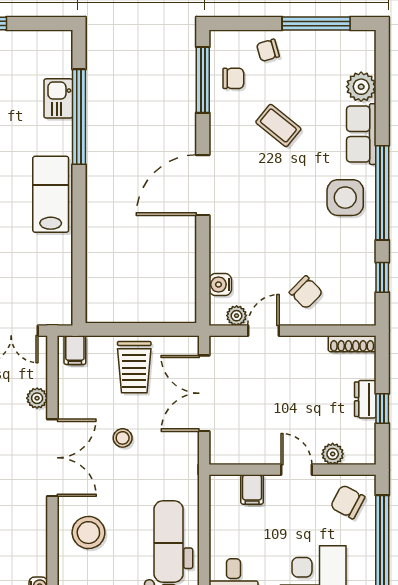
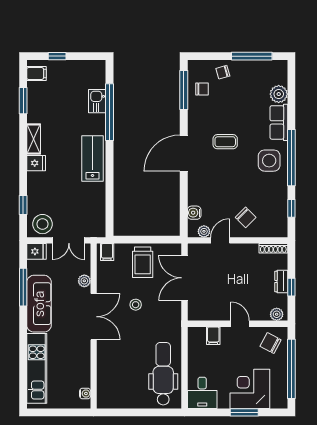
coffee table: (278, 125) -> (225, 142), moved, turned -39
plant: (333, 454) -> (277, 314), moved
stool: (88, 533) -> (115, 361), removed

